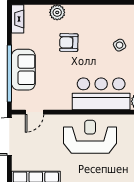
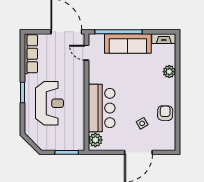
armchair: (69, 43) -> (165, 113), moved
sofa: (23, 70) -> (128, 43), width x1.36
reception desk: (90, 137) -> (50, 103), moved

